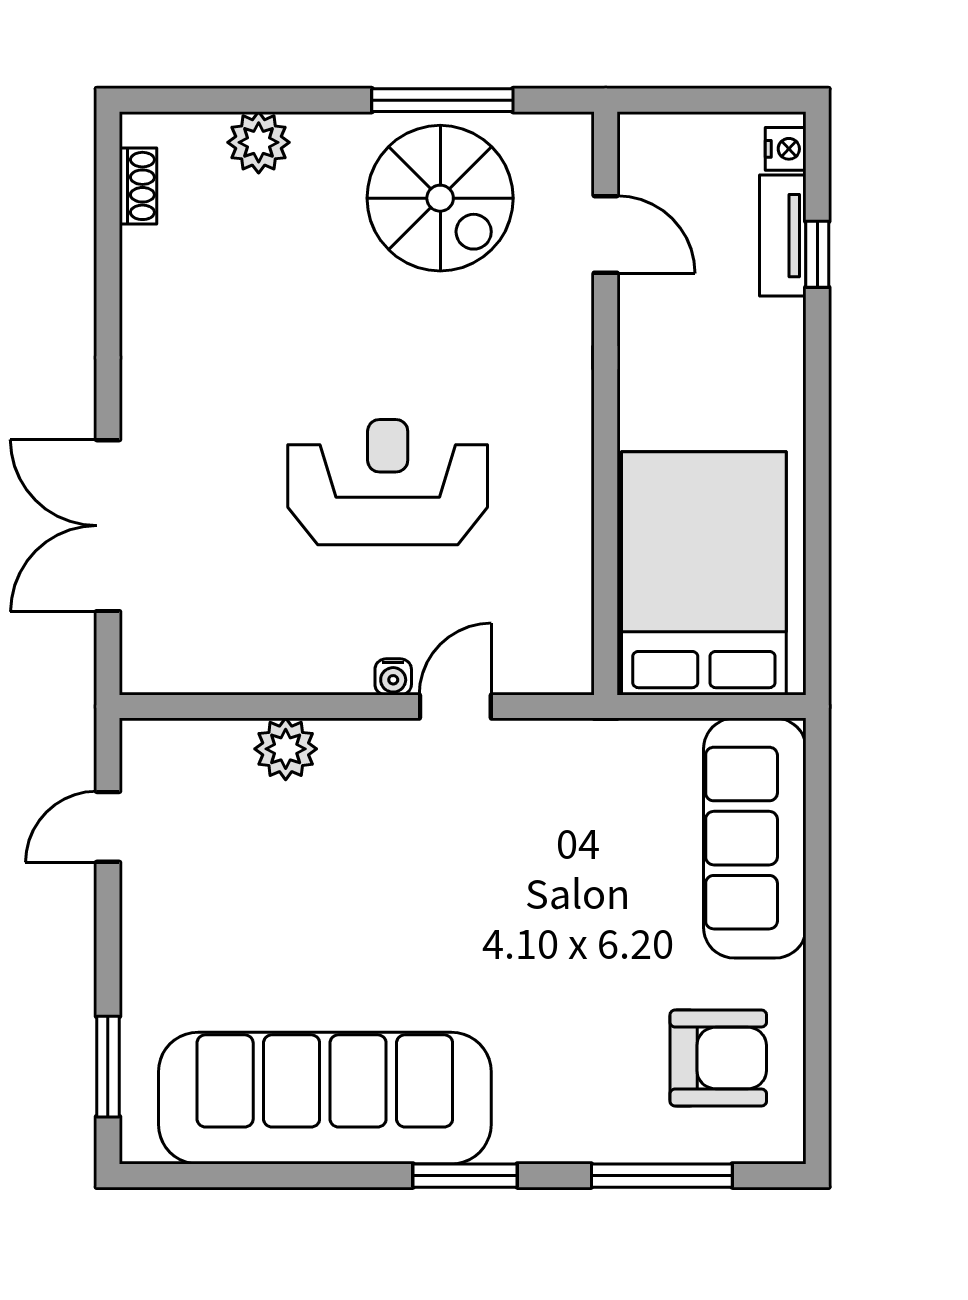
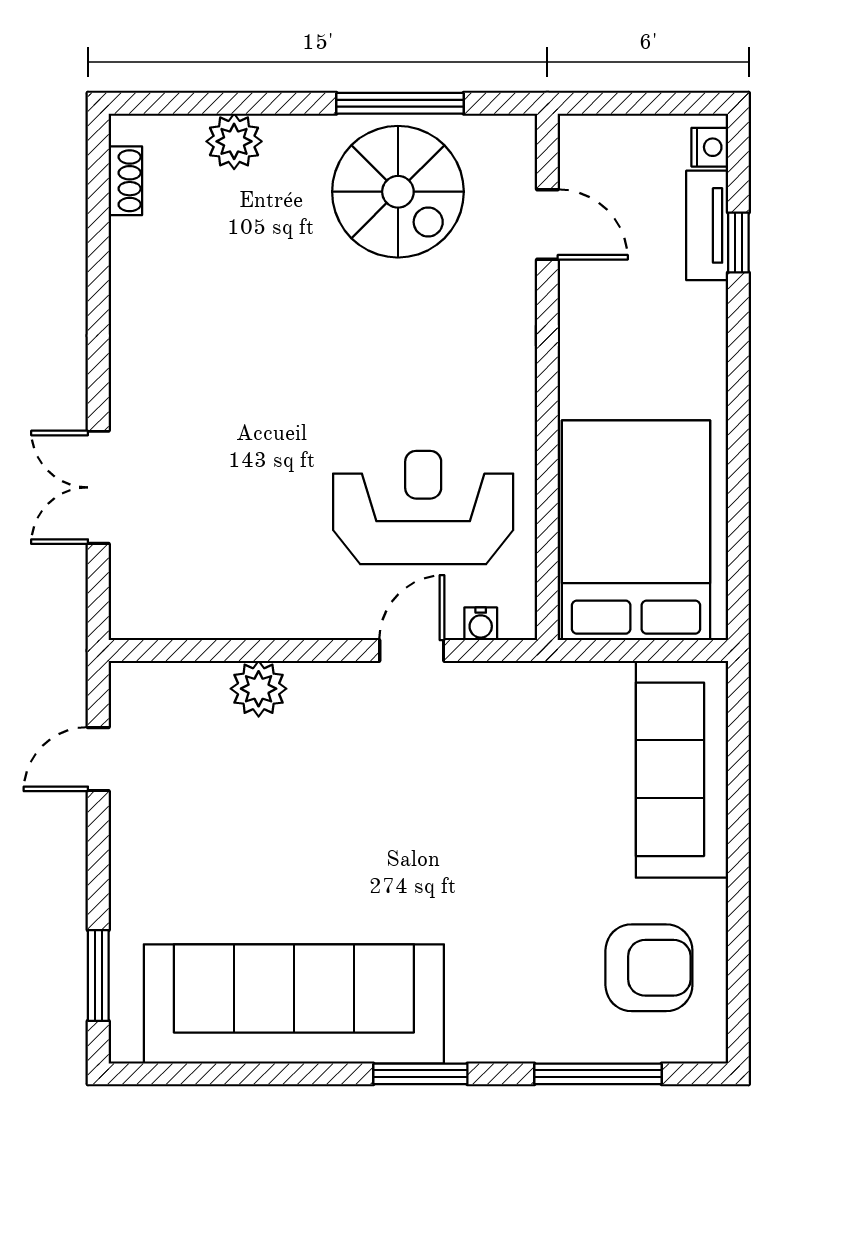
reception desk: (388, 482) -> (423, 508), moved
double door: (108, 526) -> (98, 487), width x0.73
water cooler: (393, 677) -> (481, 624), moved

